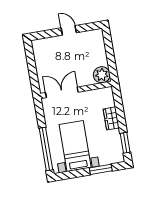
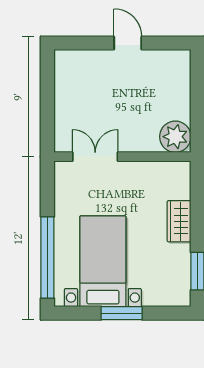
double door: (62, 92) -> (95, 157), width x0.73
window: (101, 169) -> (122, 313), moved

